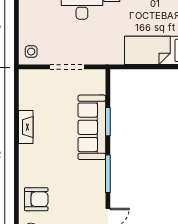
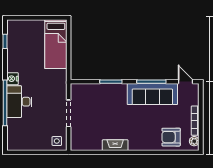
sofa: (92, 127) -> (152, 94), moved
armchair: (36, 199) -> (171, 137), turned -90

